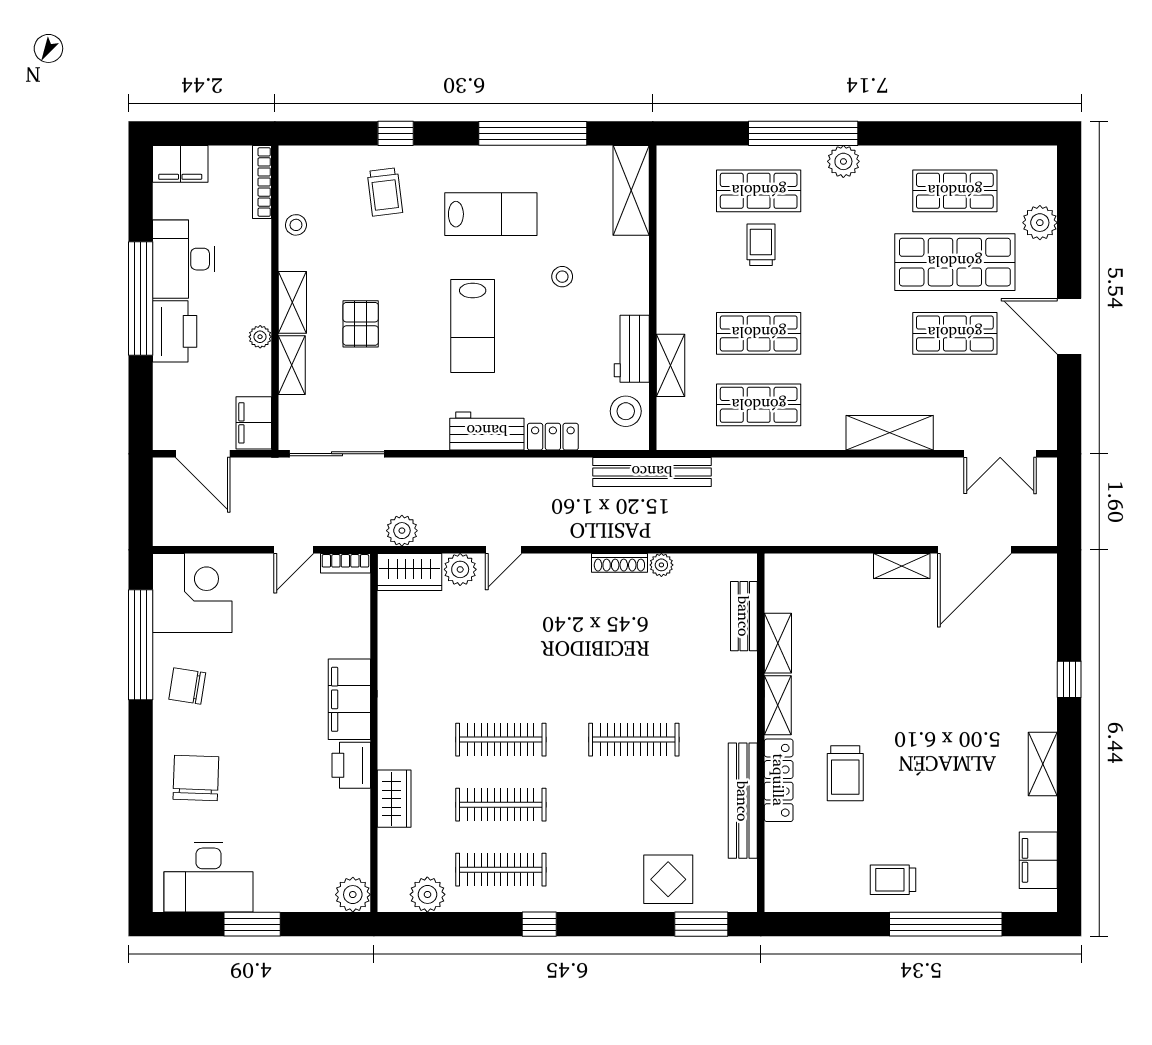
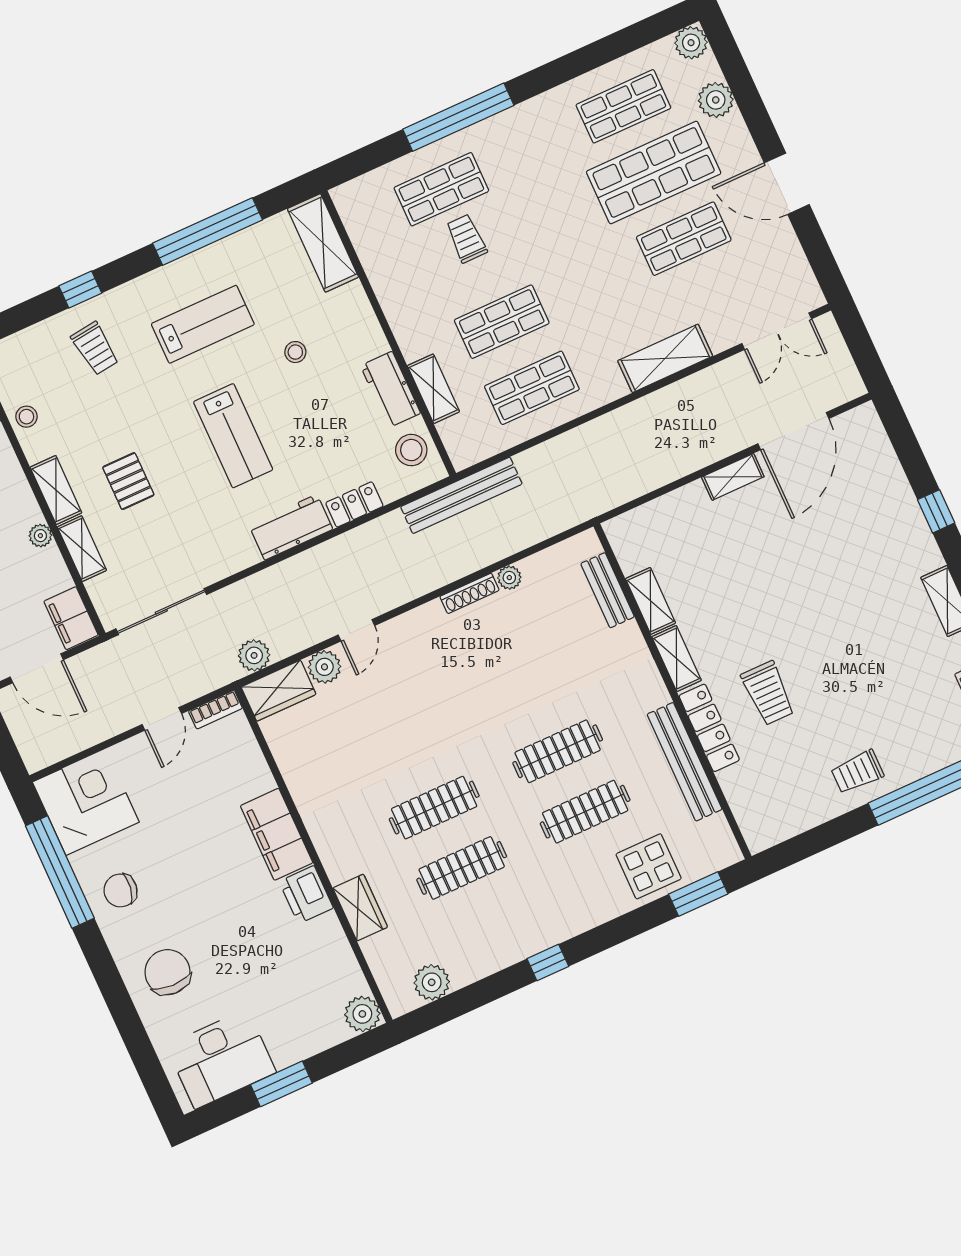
plant: (843, 161) -> (691, 43), moved
clothes rail: (501, 870) -> (585, 812), moved

